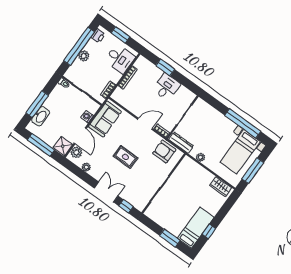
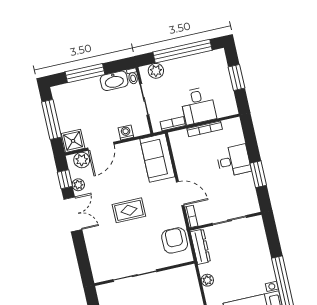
printer: (98, 36) -> (212, 58), removed
plant: (84, 56) -> (156, 71), moved
desk: (120, 59) -> (198, 106), moved
window: (165, 67) -> (258, 174), moved
desk: (166, 87) -> (234, 161), moved
washbasin: (41, 116) -> (114, 81), moved
sofa: (105, 119) -> (157, 158), moved, turned 90
rug: (126, 157) -> (129, 210), turned 90
double door: (106, 192) -> (73, 214), moved
window: (126, 206) -> (65, 179), moved

